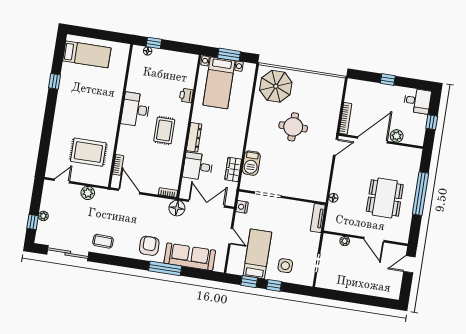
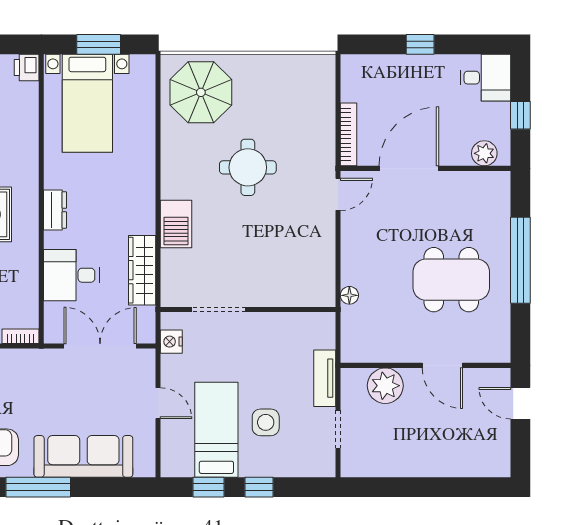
printer: (186, 96) -> (27, 68), moved
plant: (397, 136) -> (484, 153), moved
dresser: (194, 137) -> (55, 210), width x0.70
barbecue: (251, 163) -> (176, 224), moved
wardrobe: (233, 169) -> (142, 270), width x1.50
dining table: (385, 198) -> (451, 280), turned 90
floor lamp: (177, 208) -> (43, 364), removed
tv unit: (318, 218) -> (325, 378), moved
plant: (345, 241) -> (385, 386), width x1.87, depth x1.87
door: (409, 264) -> (520, 403), hinge flipped
side table: (285, 266) -> (266, 422), moved

